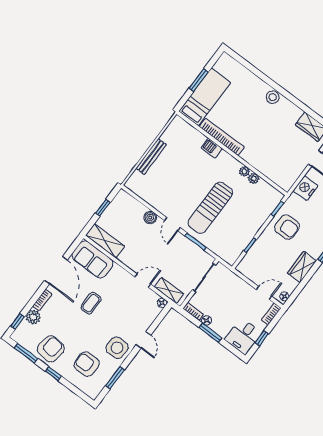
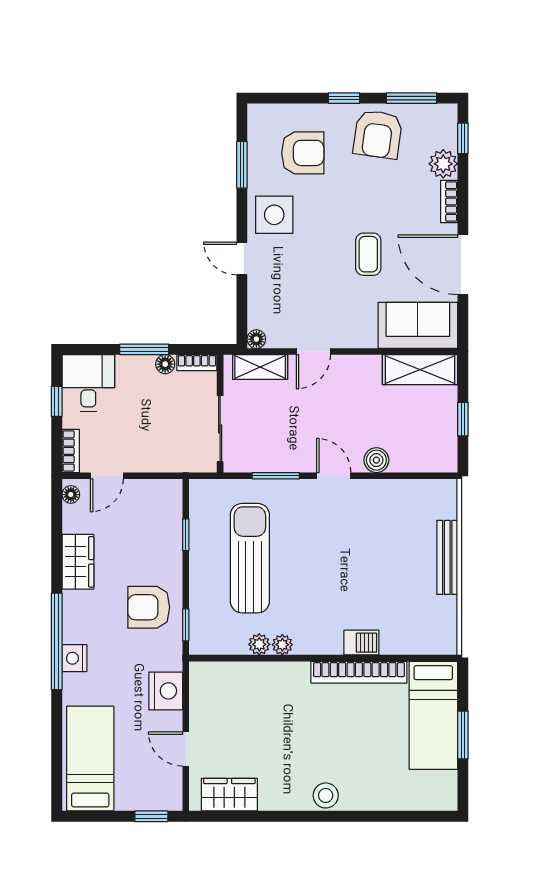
sun lounger: (210, 208) -> (250, 558), moved

